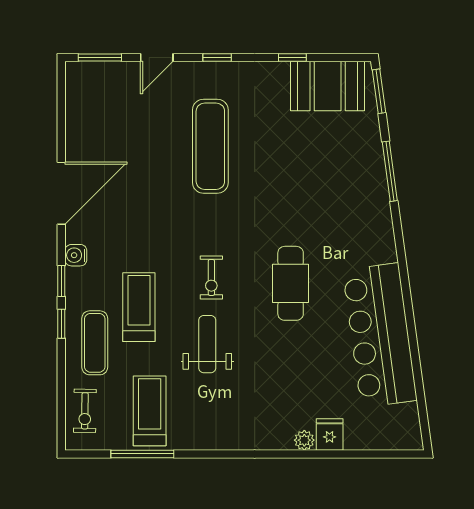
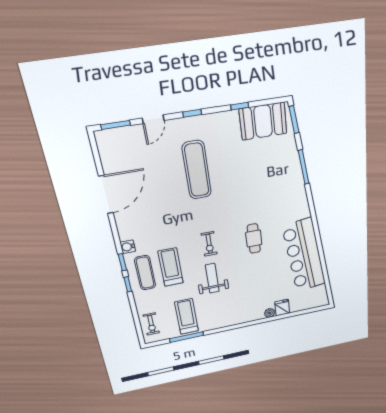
door: (61, 193) -> (106, 195), moved
cafe table: (291, 283) -> (254, 239), width x0.73, depth x0.74
exercise mat: (95, 343) -> (145, 273), moved

